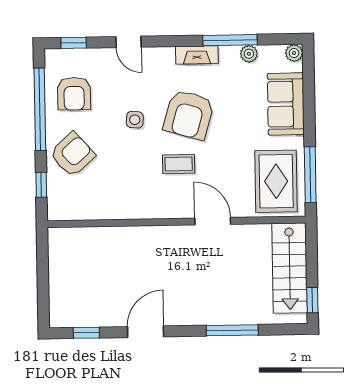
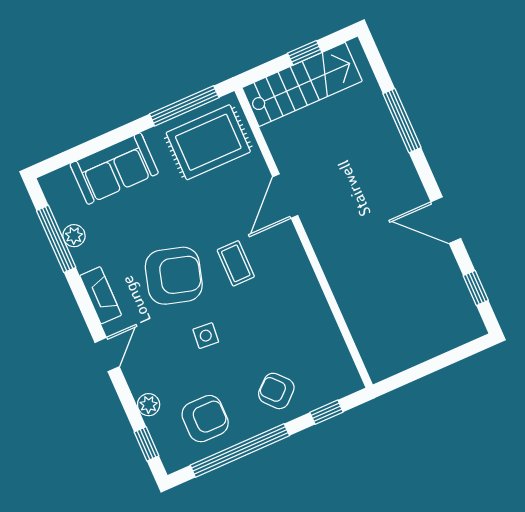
window: (230, 40) -> (56, 239), moved
door: (129, 42) -> (107, 355), moved
plant: (294, 53) -> (149, 405), moved
armchair: (72, 154) -> (276, 391), width x0.72, depth x0.72
window: (312, 300) -> (305, 53), moved

